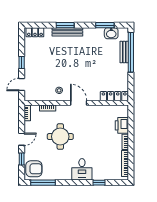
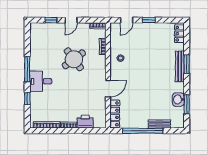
washbasin: (111, 33) -> (178, 99), moved
window: (131, 52) -> (143, 131), moved
door: (22, 84) -> (127, 20), swing flipped
door: (79, 103) -> (108, 89), moved
round table: (60, 137) -> (74, 59), turned -37
door: (22, 139) -> (71, 20), hinge flipped
armchair: (34, 169) -> (41, 33), removed
window: (43, 183) -> (27, 69), moved

